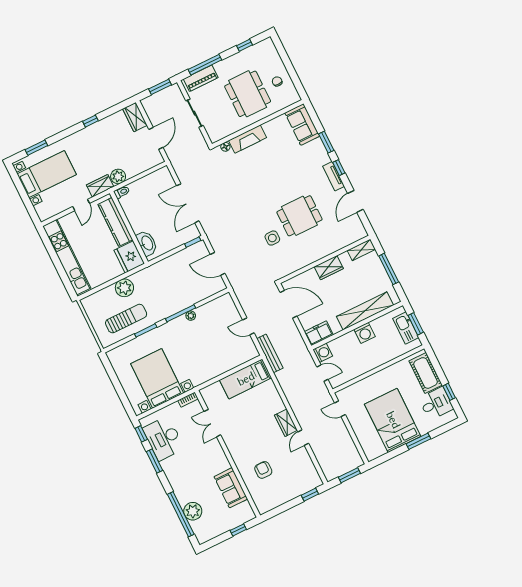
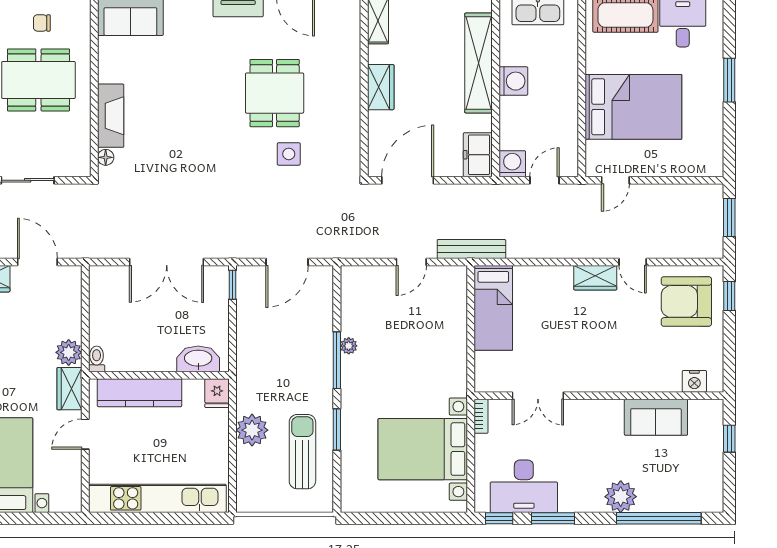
door: (81, 205) -> (85, 434), swing flipped
fridge: (129, 257) -> (217, 393), width x0.53, depth x0.75
bed: (393, 420) -> (633, 107), moved, turned 180
armchair: (263, 470) -> (686, 301), moved, width x1.88, depth x1.88
nightstand: (258, 498) -> (694, 381), added
plant: (193, 511) -> (621, 497), moved

